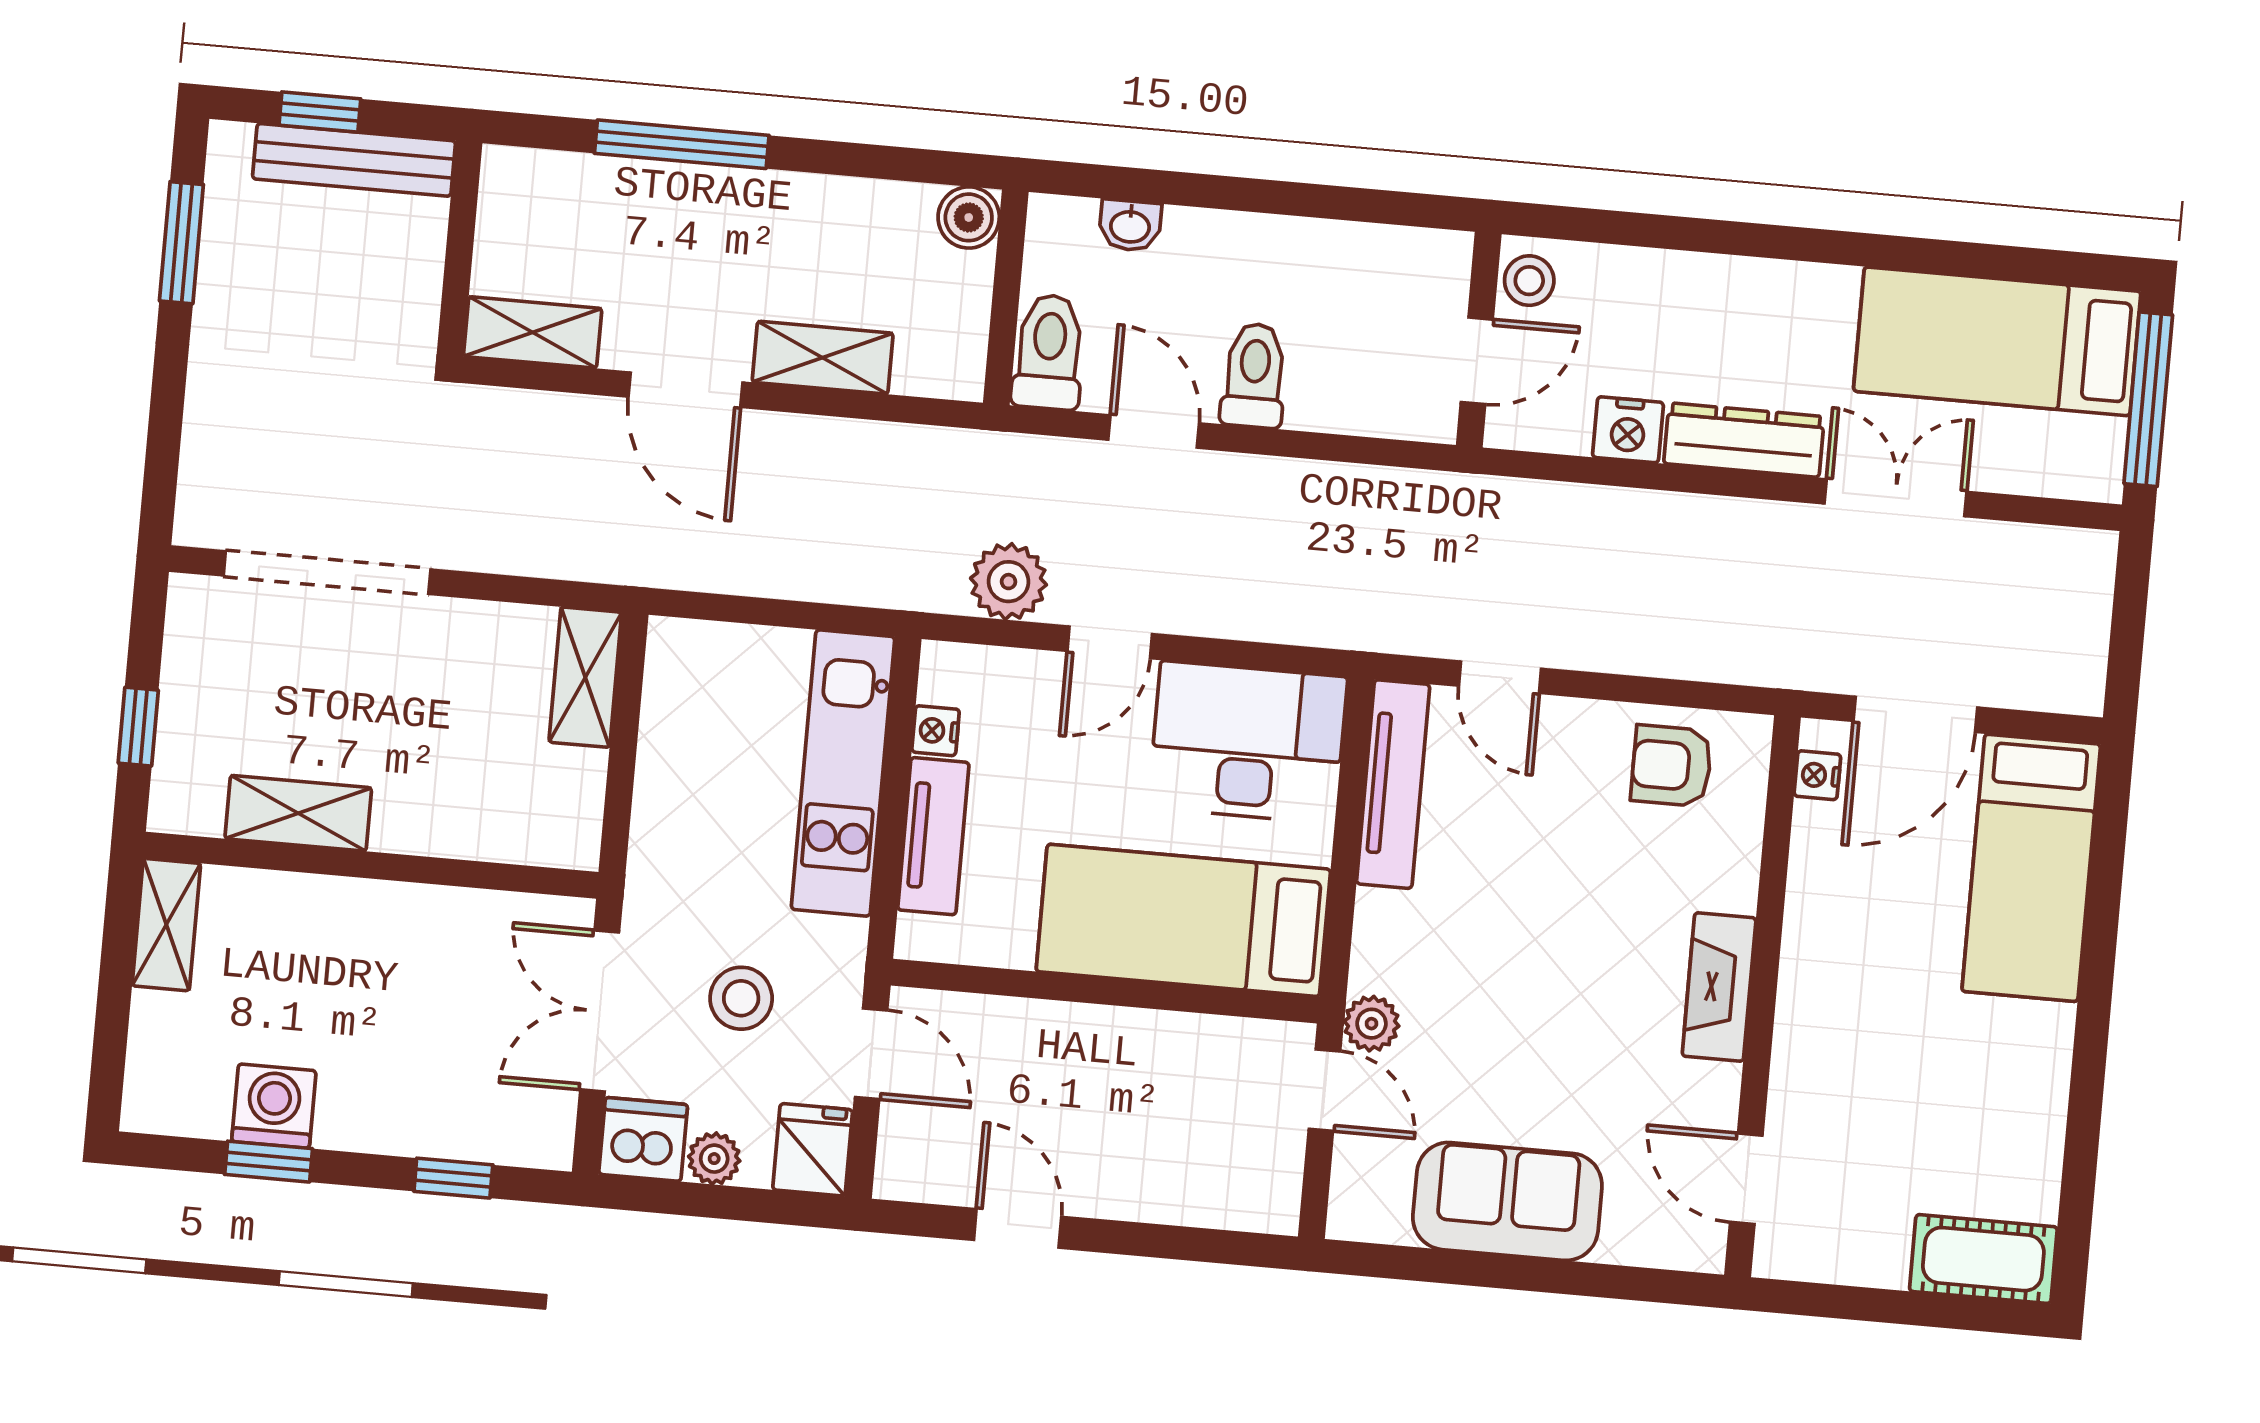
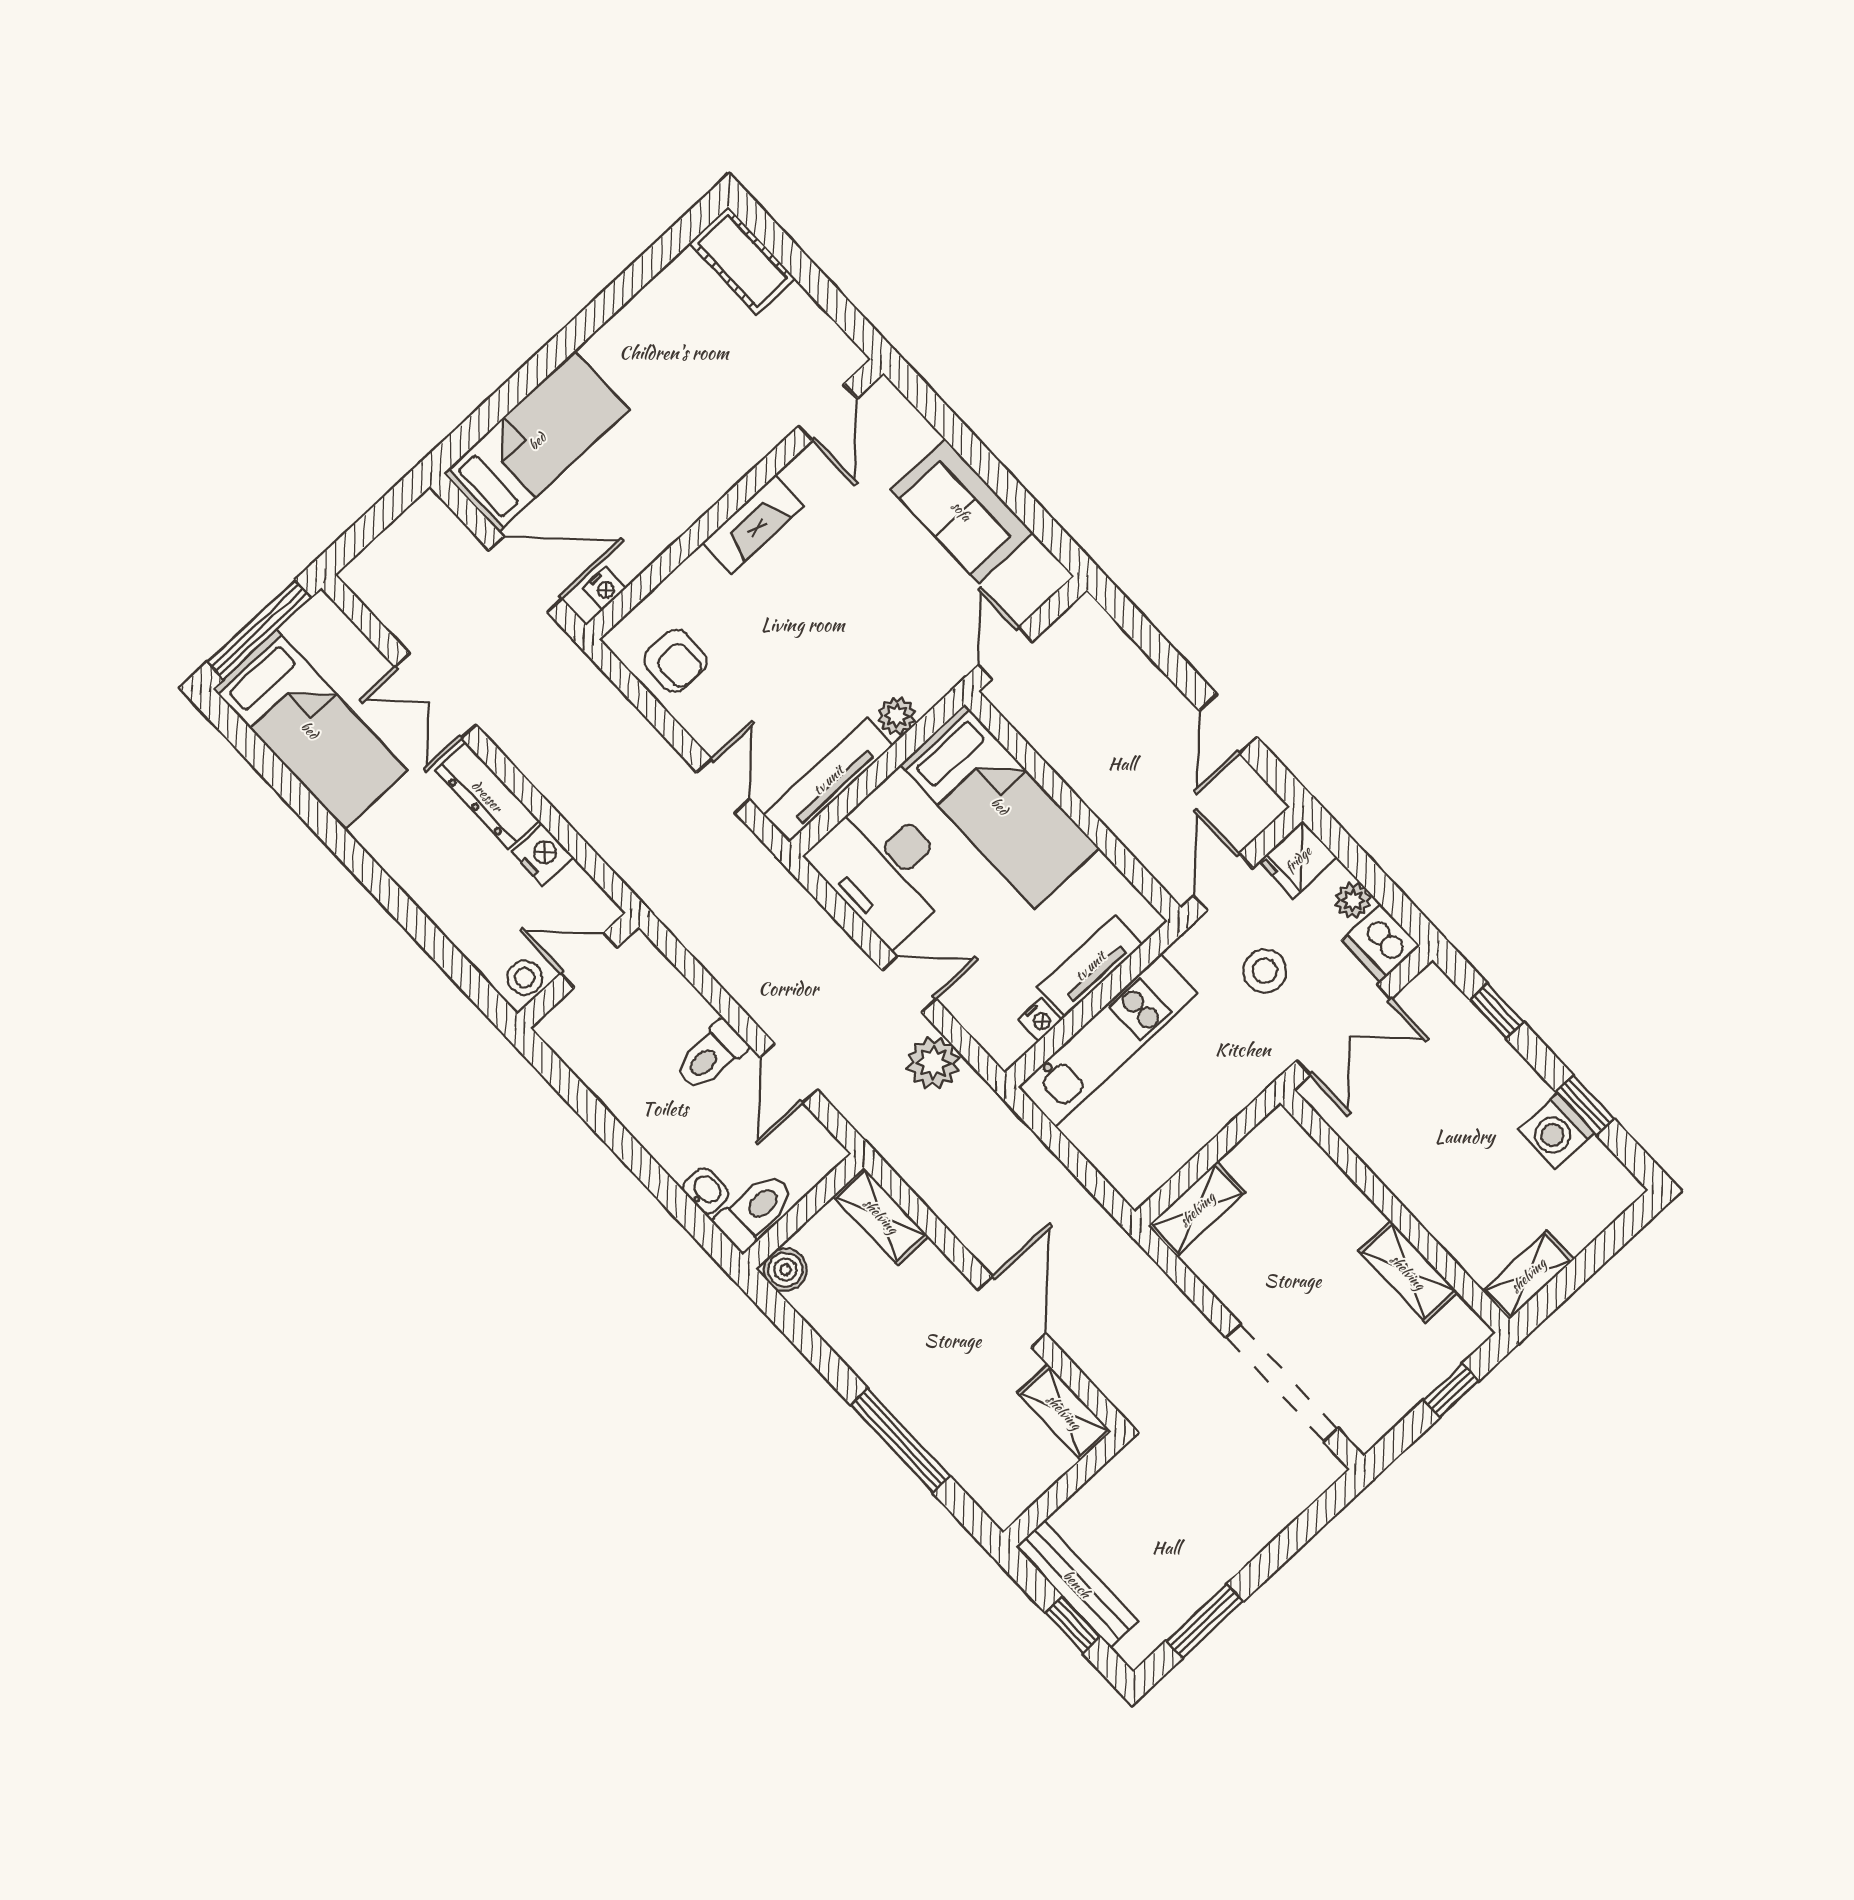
toilet: (1049, 352) -> (755, 1211), moved, turned 180
shelving: (823, 358) -> (881, 1216), moved
plant: (1372, 1024) -> (897, 716), moved

